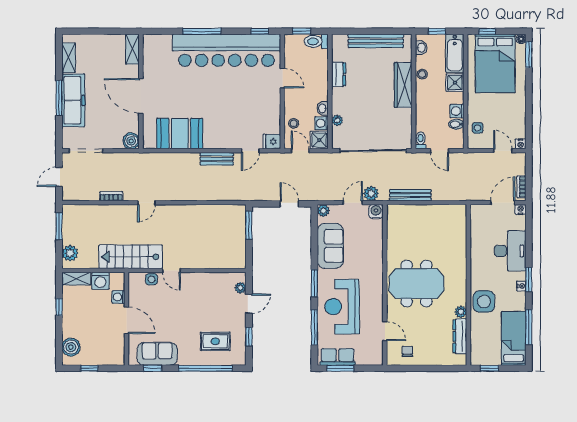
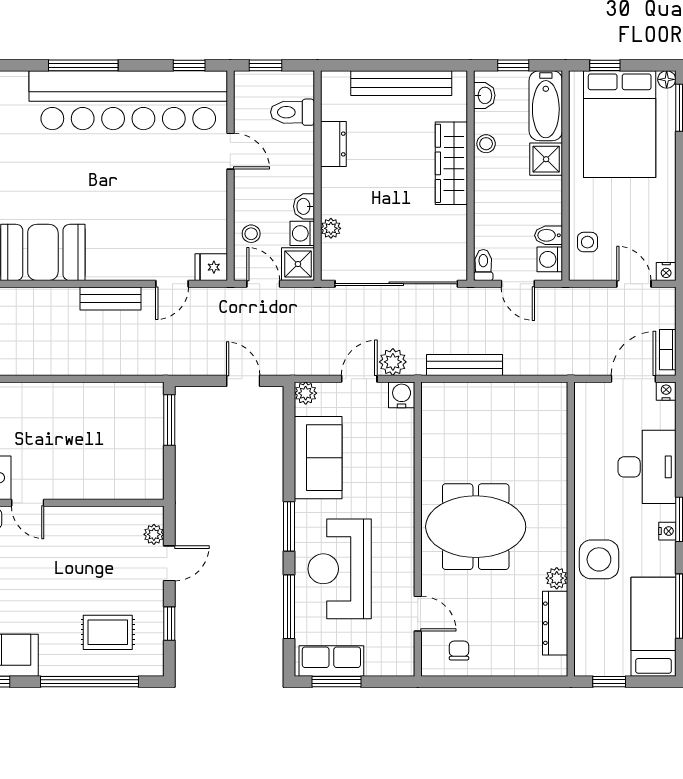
toilet: (316, 41) -> (292, 112), moved
washing machine: (457, 111) -> (550, 259), moved

